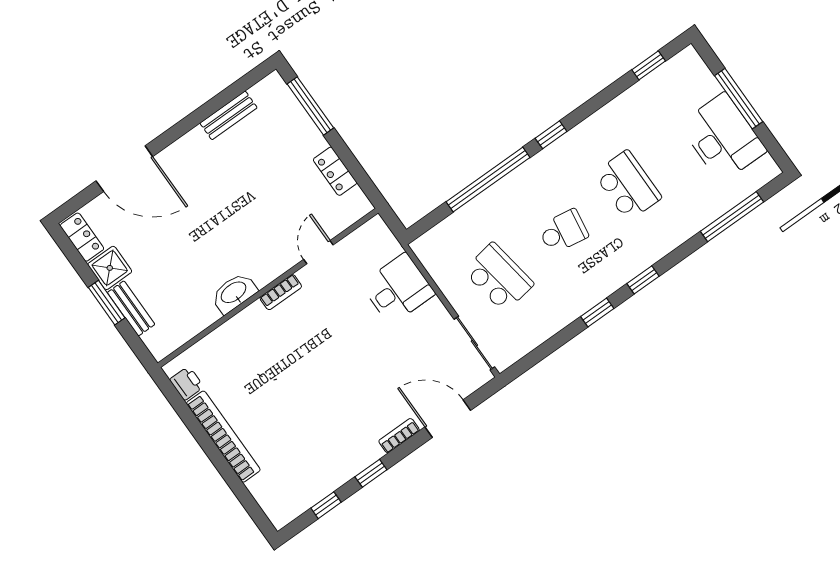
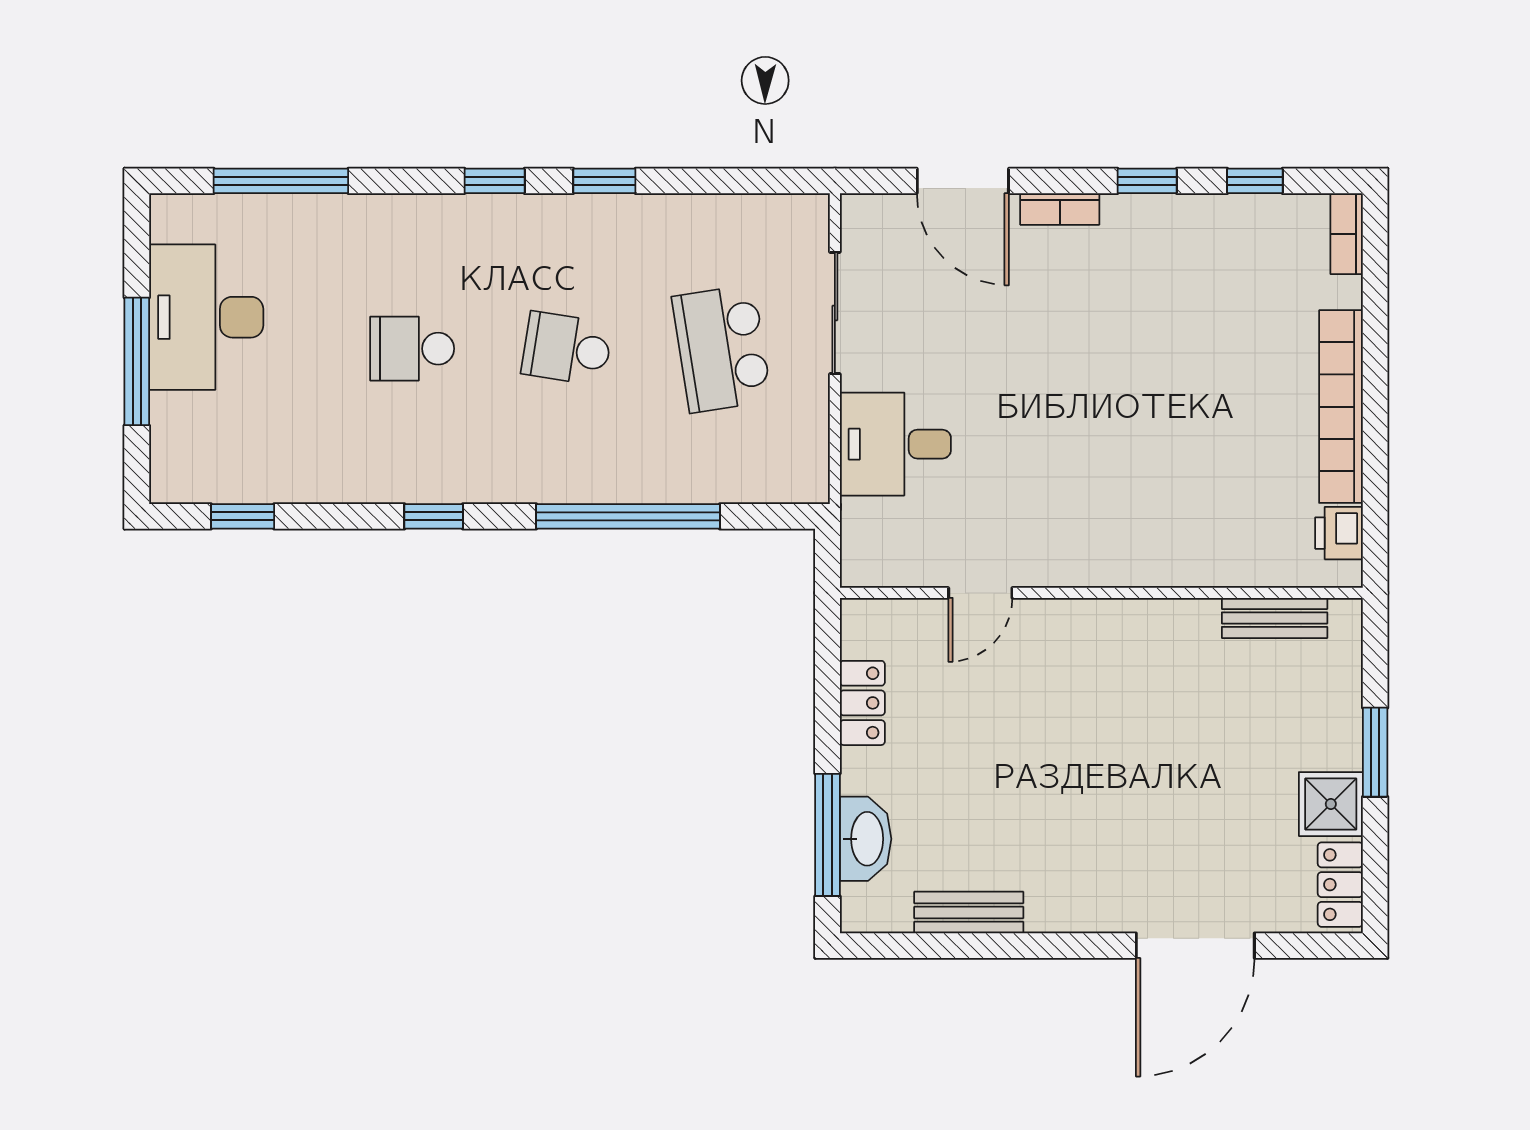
window: (551, 135) -> (434, 516), moved
door: (124, 169) -> (1195, 946), swing flipped
school desk: (628, 186) -> (412, 349), width x0.54
bookcase: (281, 292) -> (1347, 234), moved, turned -90
washbasin: (234, 293) -> (866, 839), moved, turned -90
bench: (131, 308) -> (1275, 618), moved, turned 90
sliding door: (474, 343) -> (835, 313), moved

